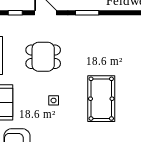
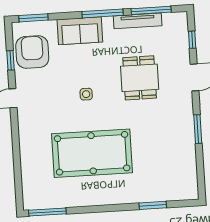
pool table: (101, 99) -> (92, 153), width x1.36, depth x1.32

